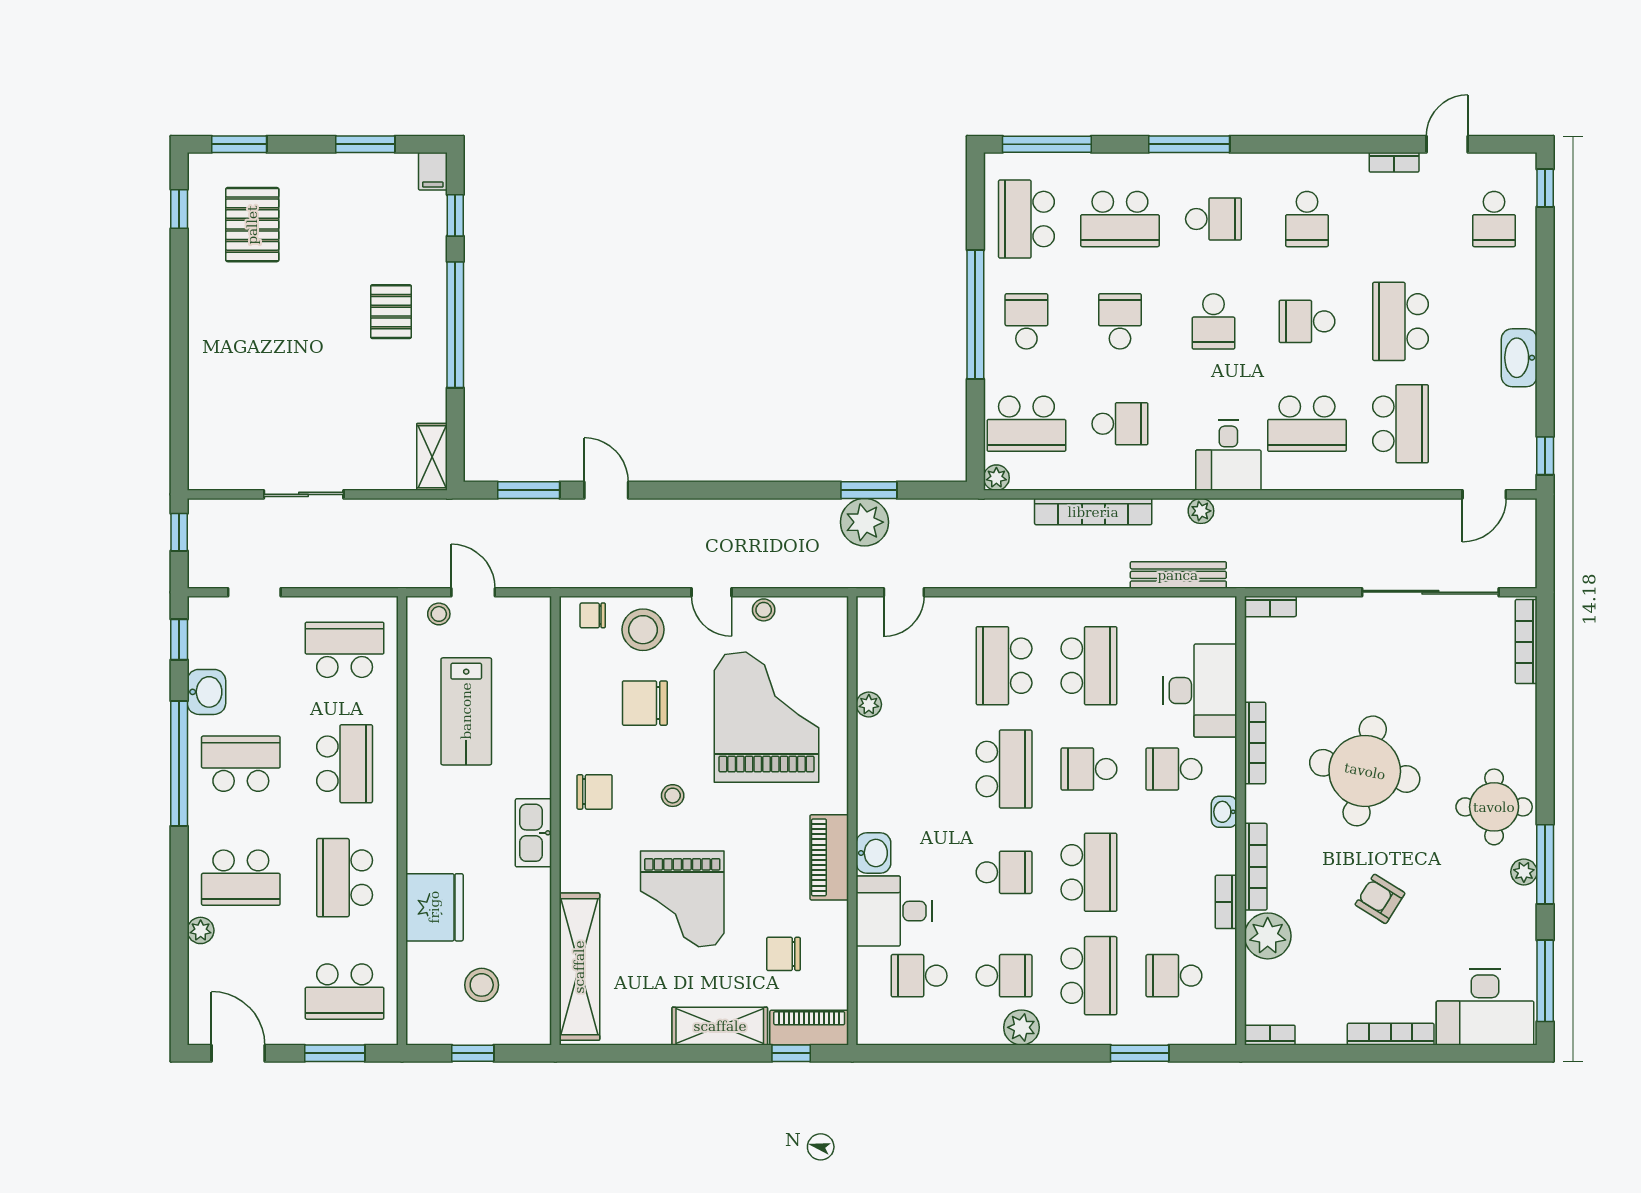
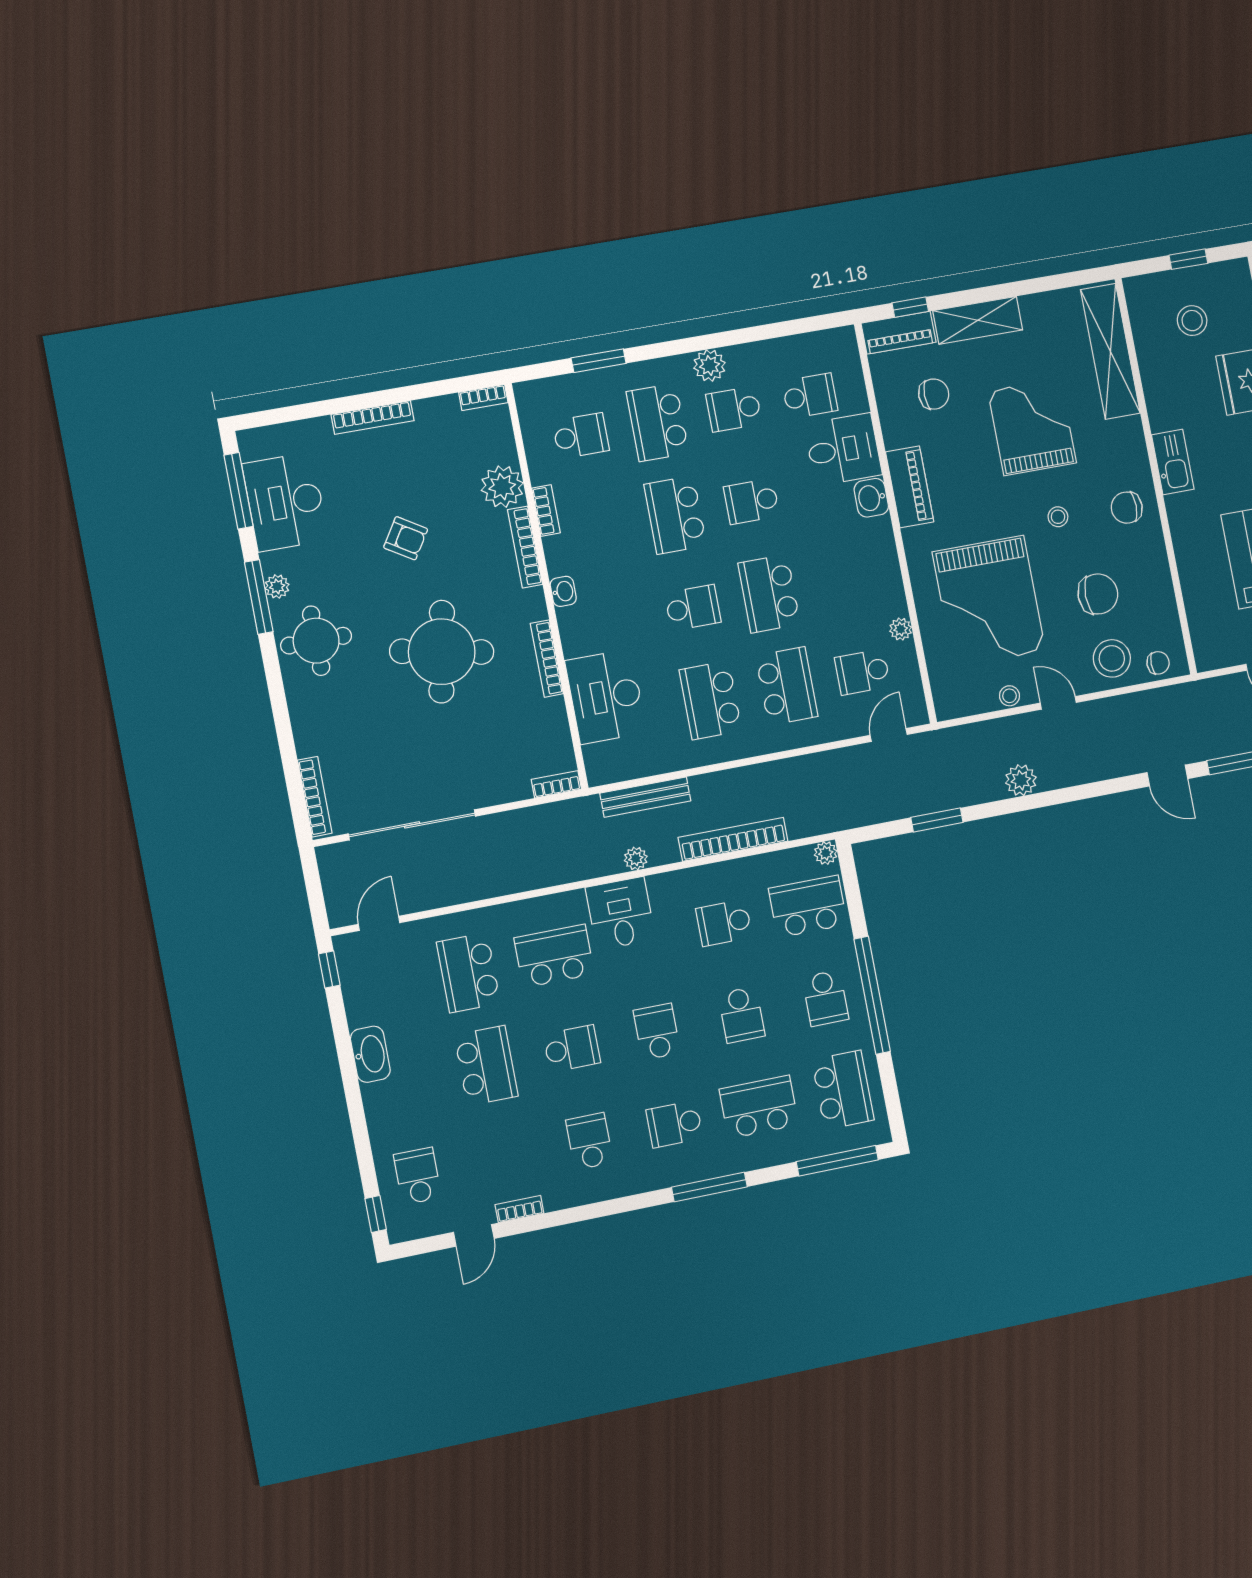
plant: (864, 522) -> (1021, 780), moved, width x0.73, depth x0.73
school desk: (1174, 769) -> (863, 672), moved, turned 180
desk: (1485, 1007) -> (285, 502), moved, turned -90

